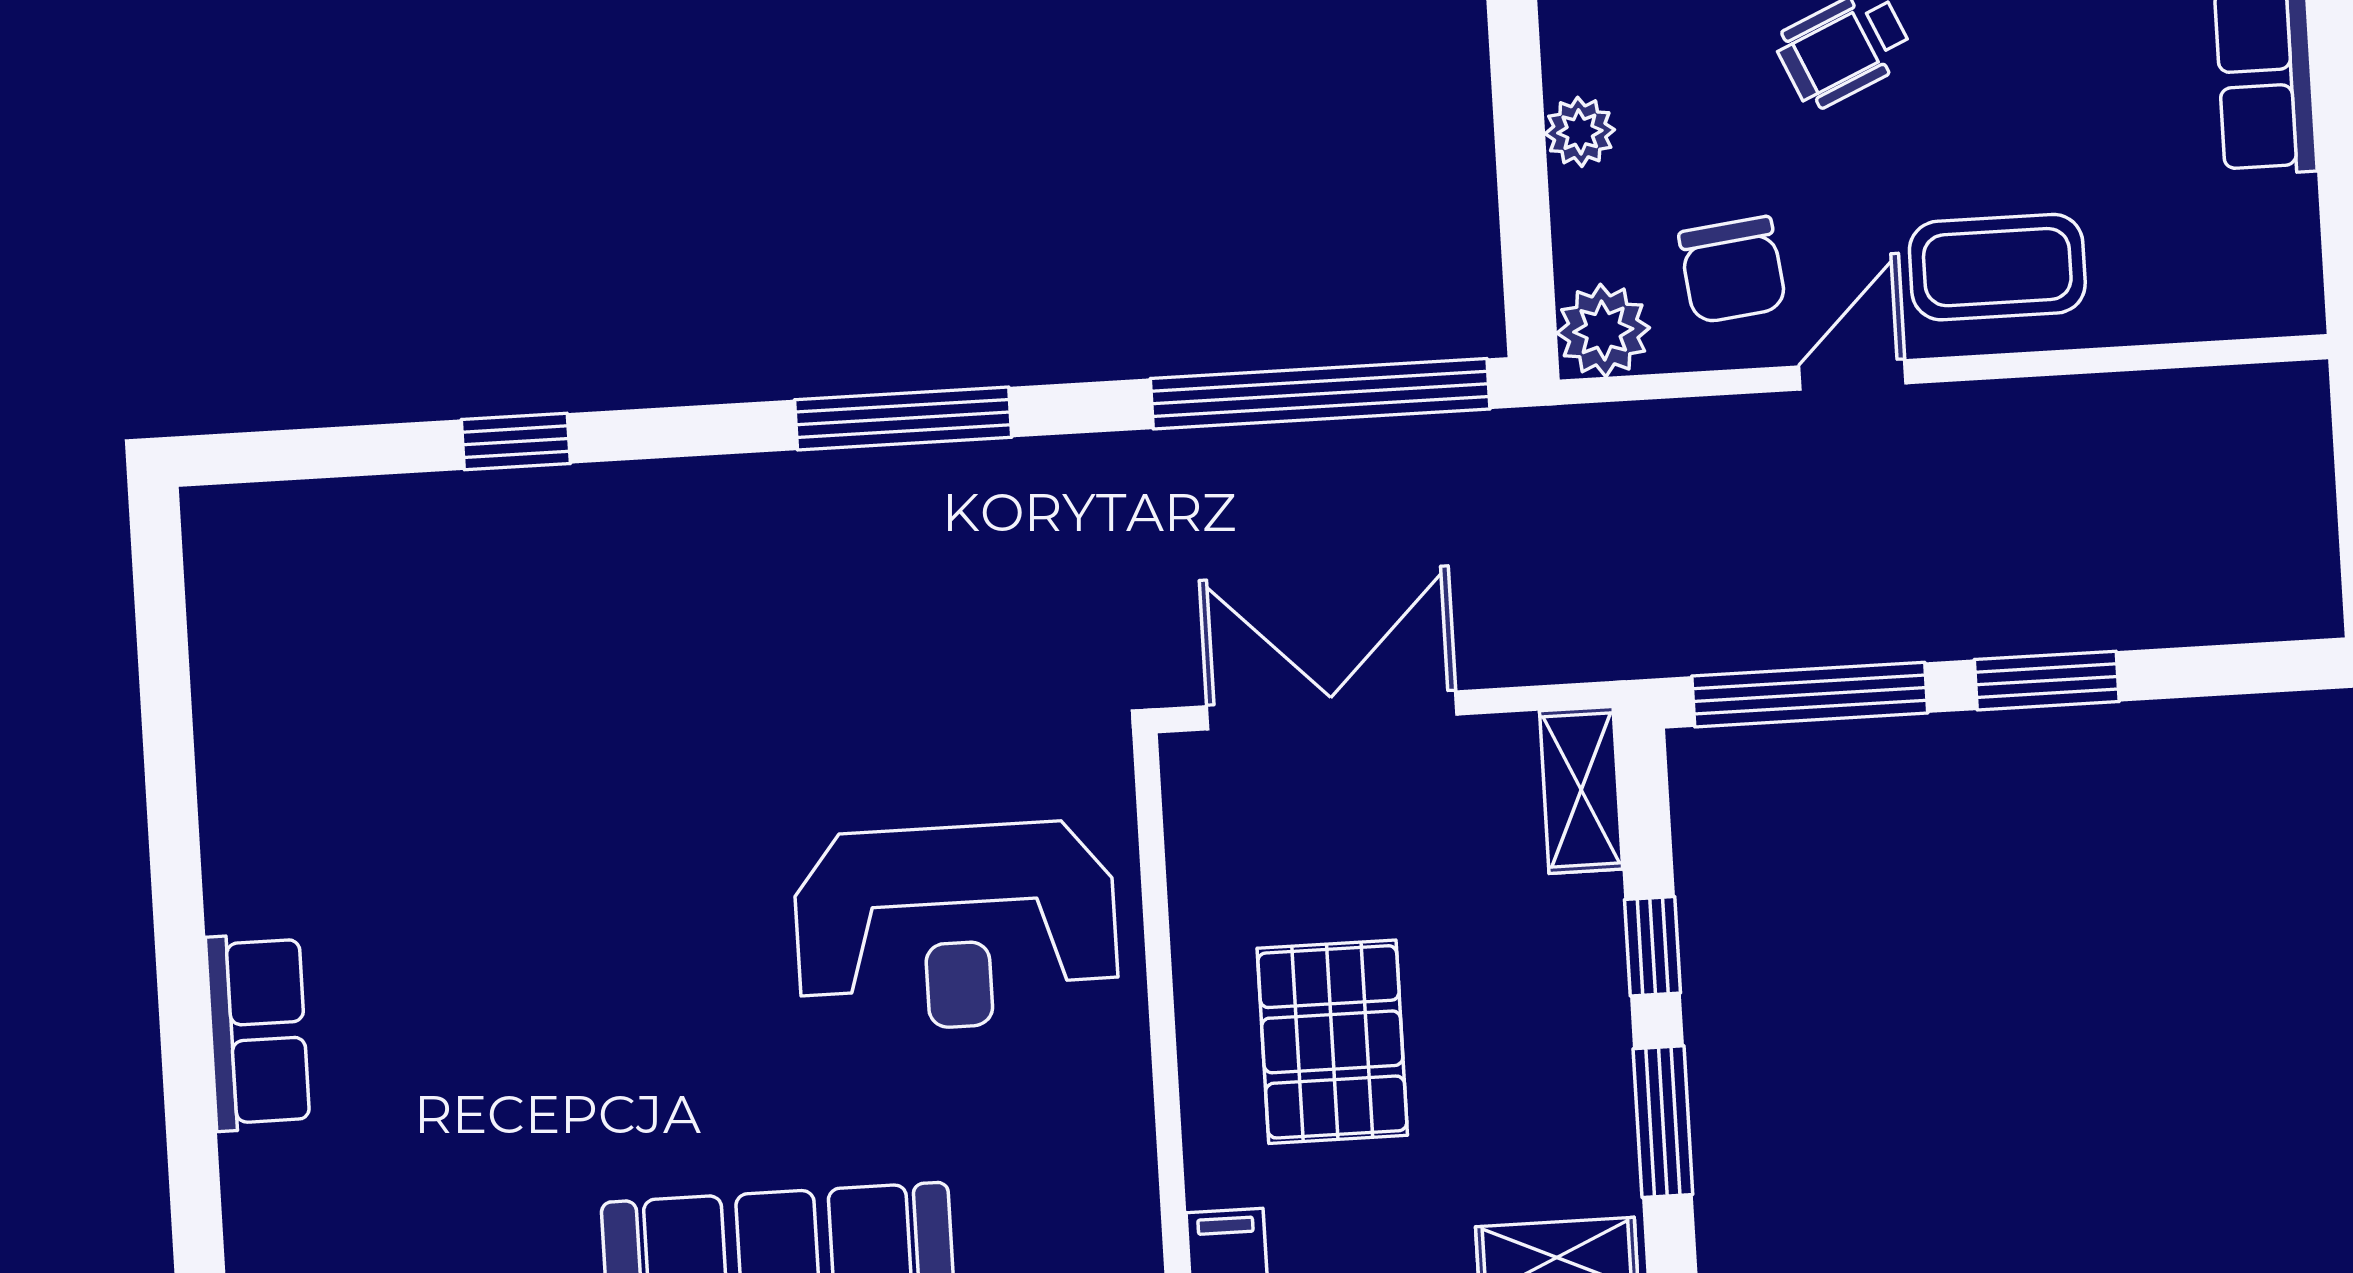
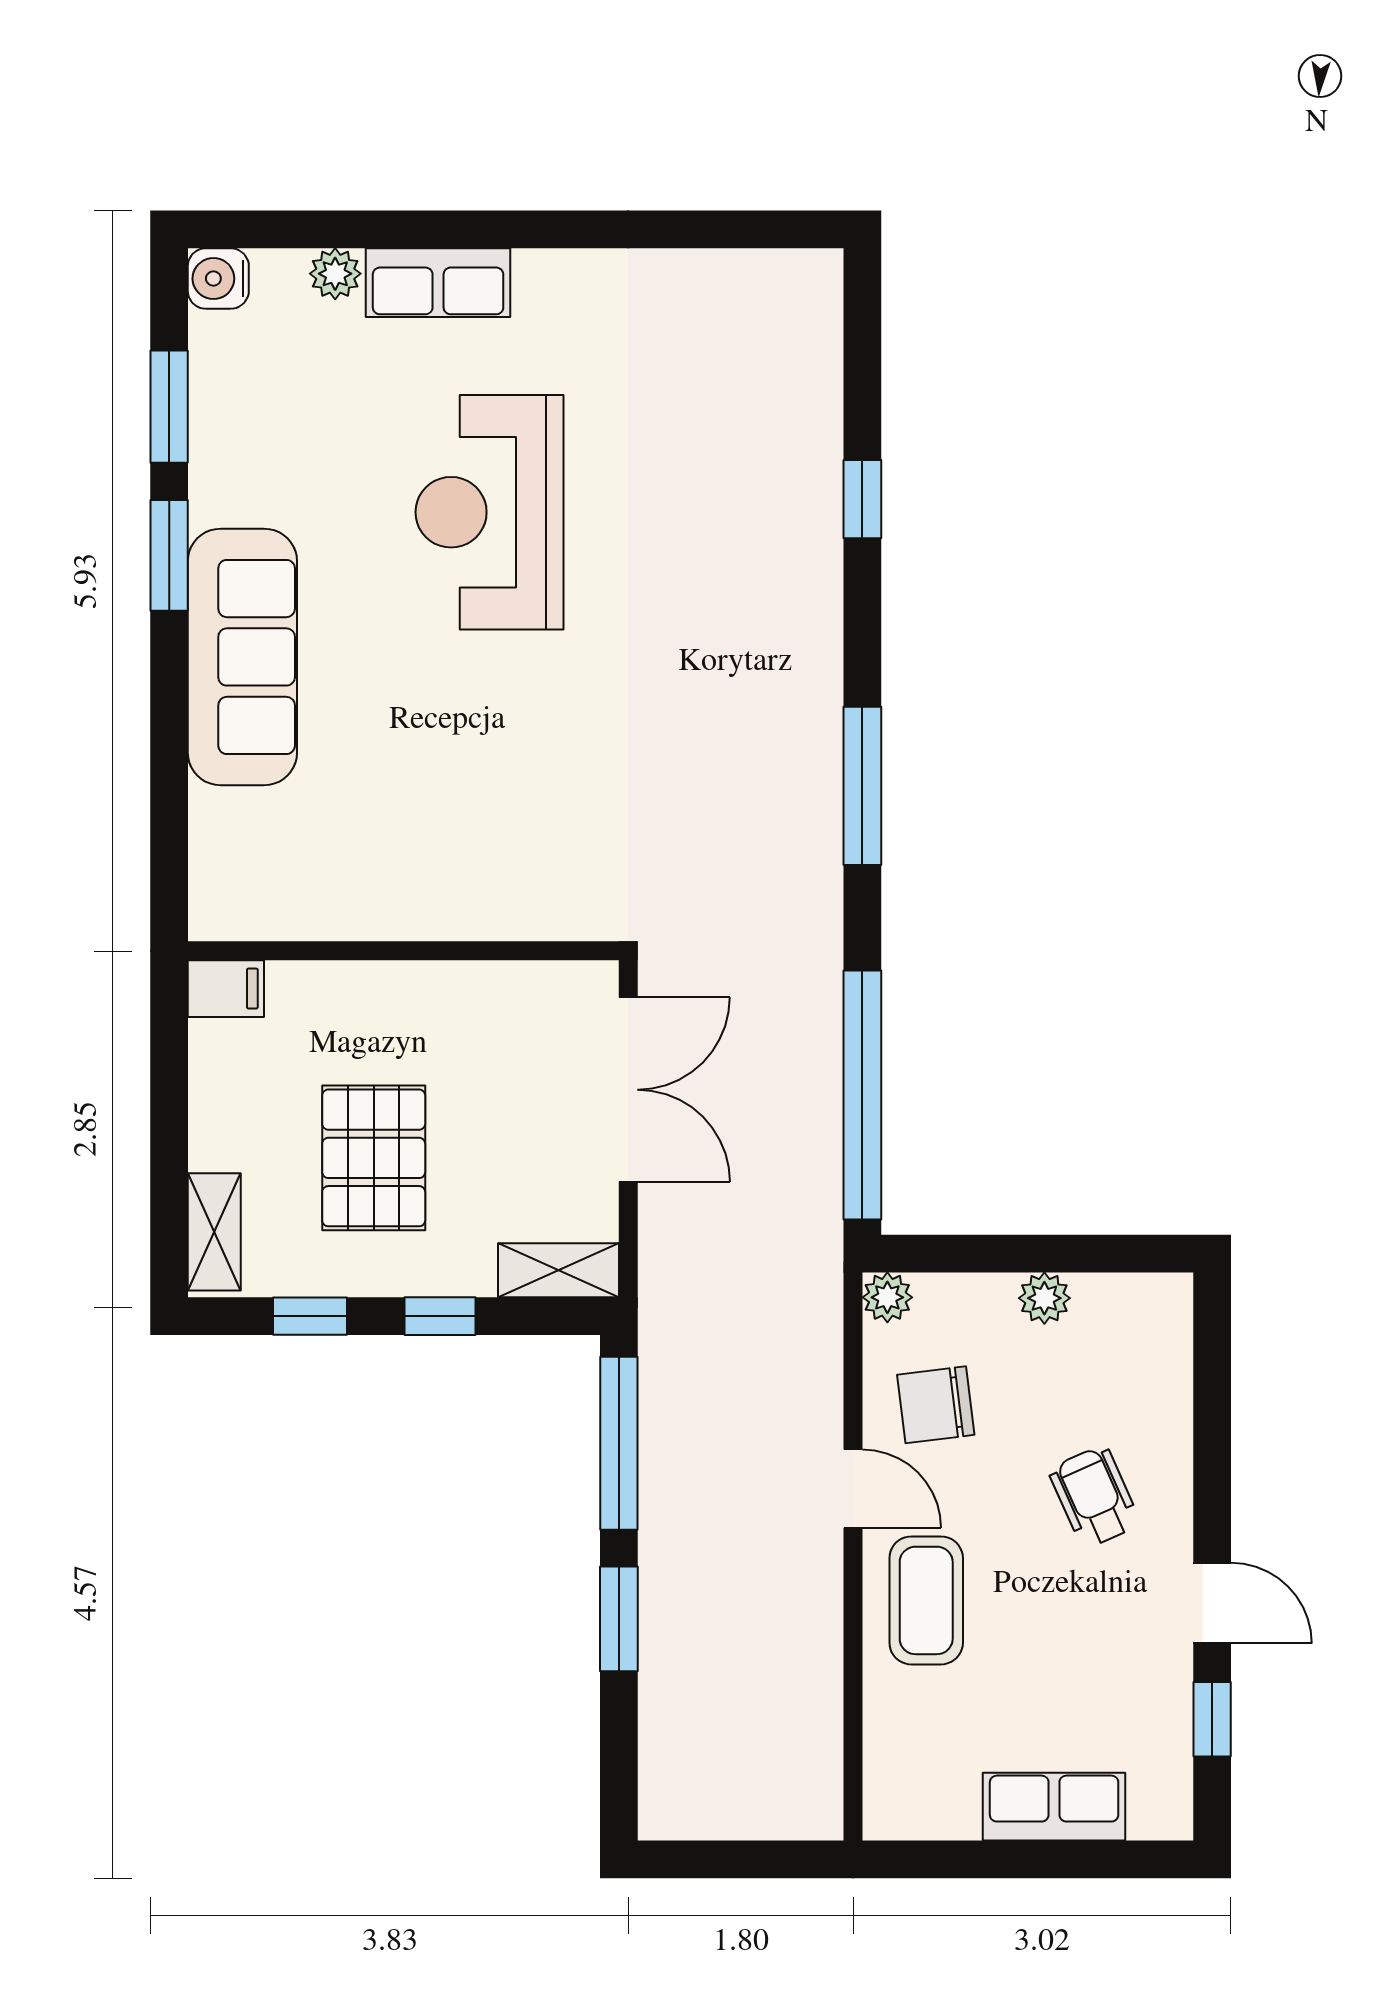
plant: (1603, 330) -> (887, 1297), width x0.73, depth x0.73
reception desk: (956, 927) -> (489, 512), moved
pallet: (1332, 1042) -> (374, 1158), moved, turned 90
window: (1663, 1122) -> (310, 1316), width x0.67
plant: (254, 1171) -> (335, 274), added

